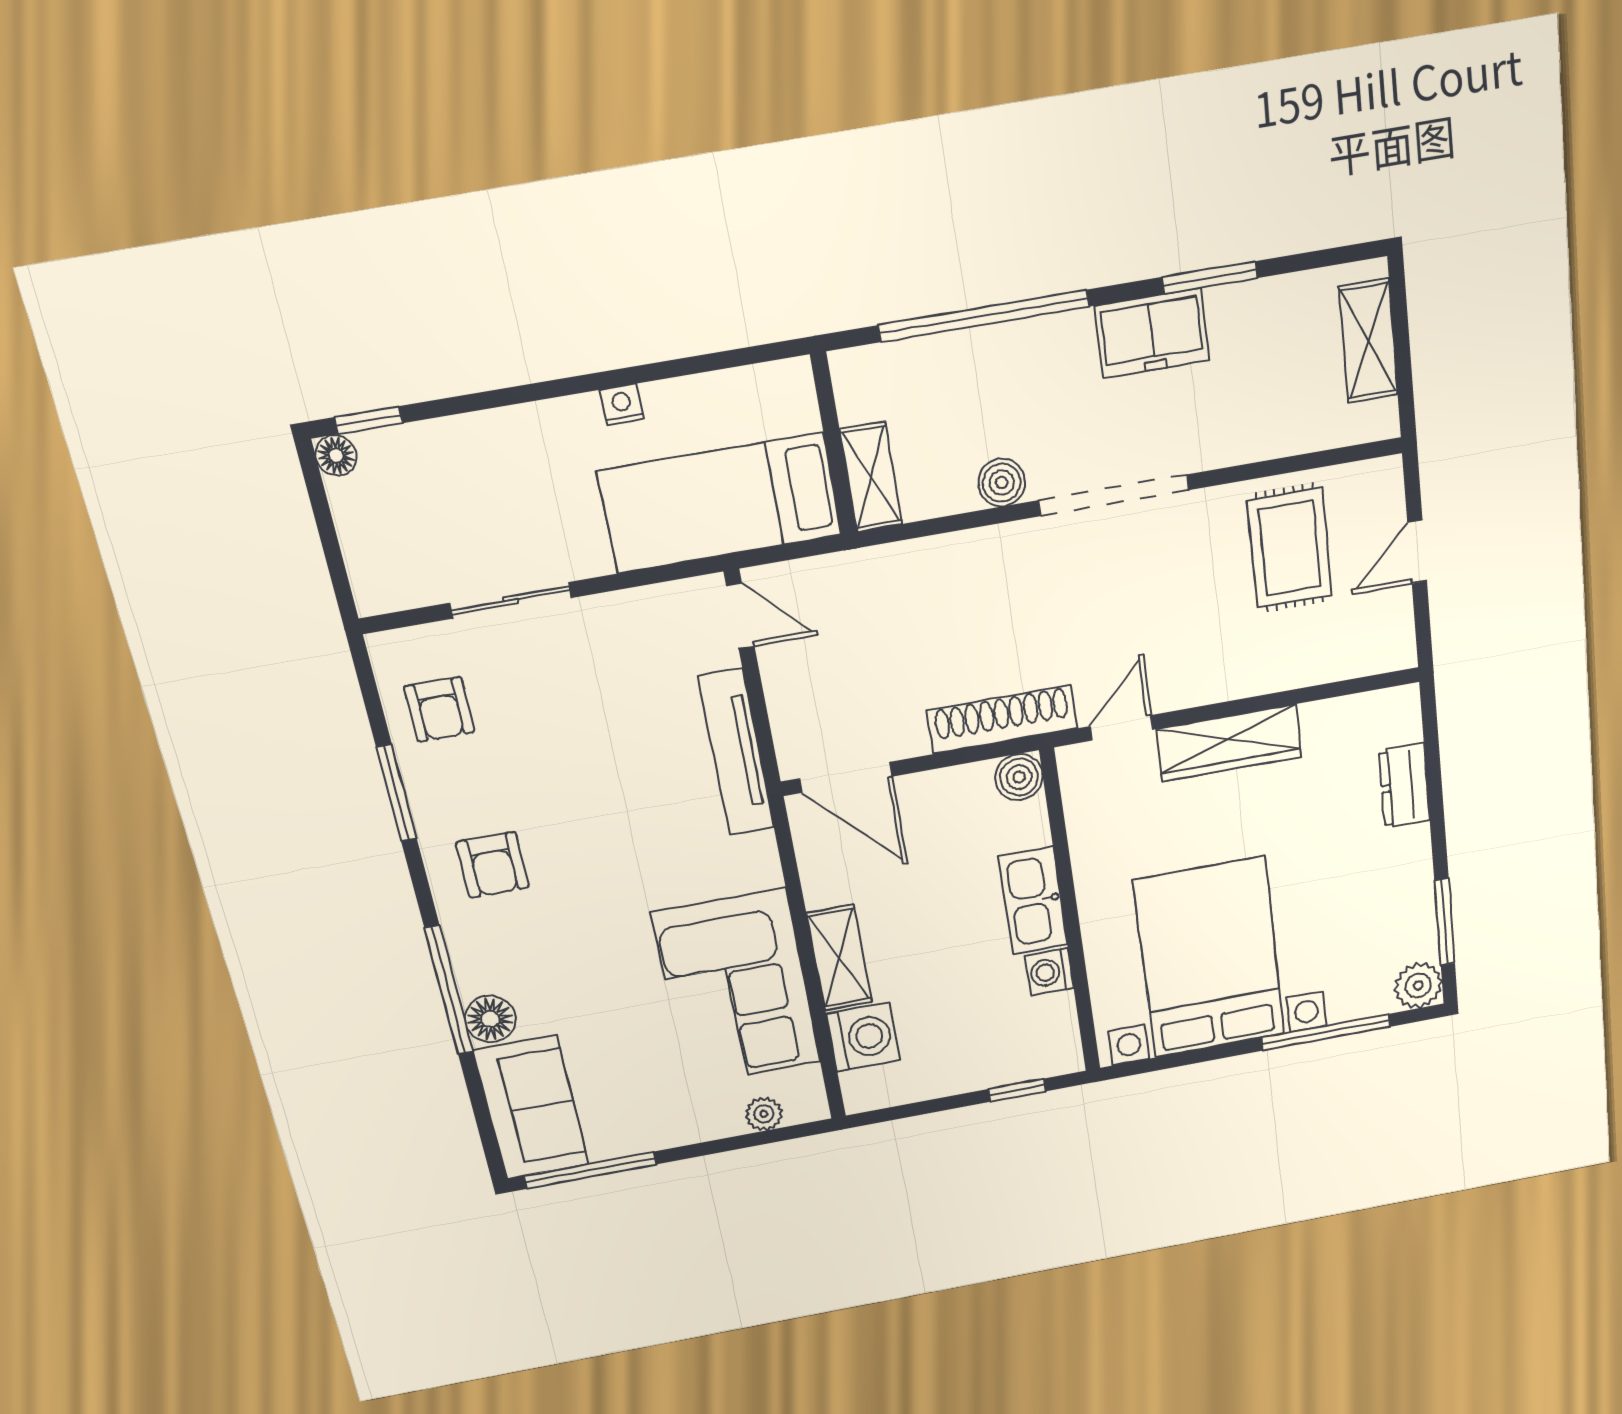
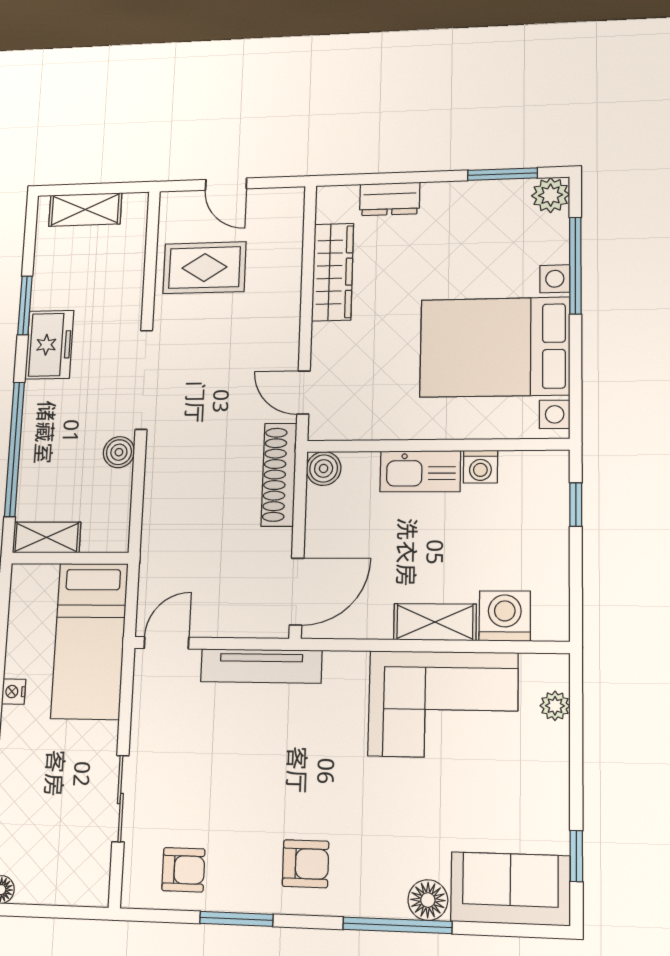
shelving: (871, 477) -> (47, 537), moved
wardrobe: (1229, 743) -> (333, 272), moved
window: (590, 1170) -> (576, 856), width x0.46

